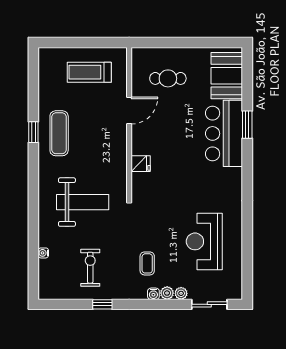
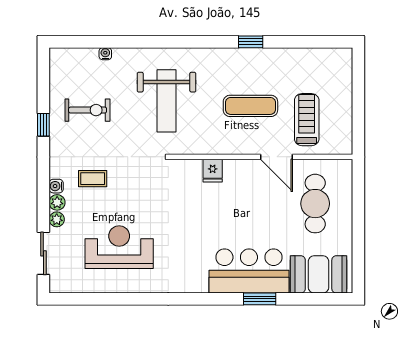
treadmill: (89, 72) -> (307, 120), moved
cafe table: (168, 78) -> (315, 204), width x1.37, depth x1.35
exercise mat: (59, 133) -> (250, 106), moved

